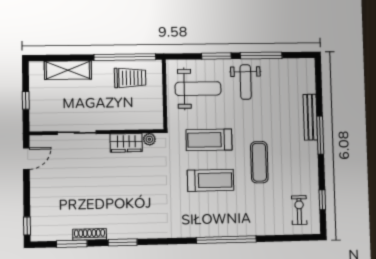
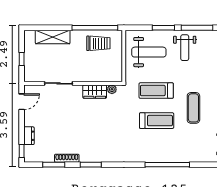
dresser: (37, 205) -> (29, 136), added

